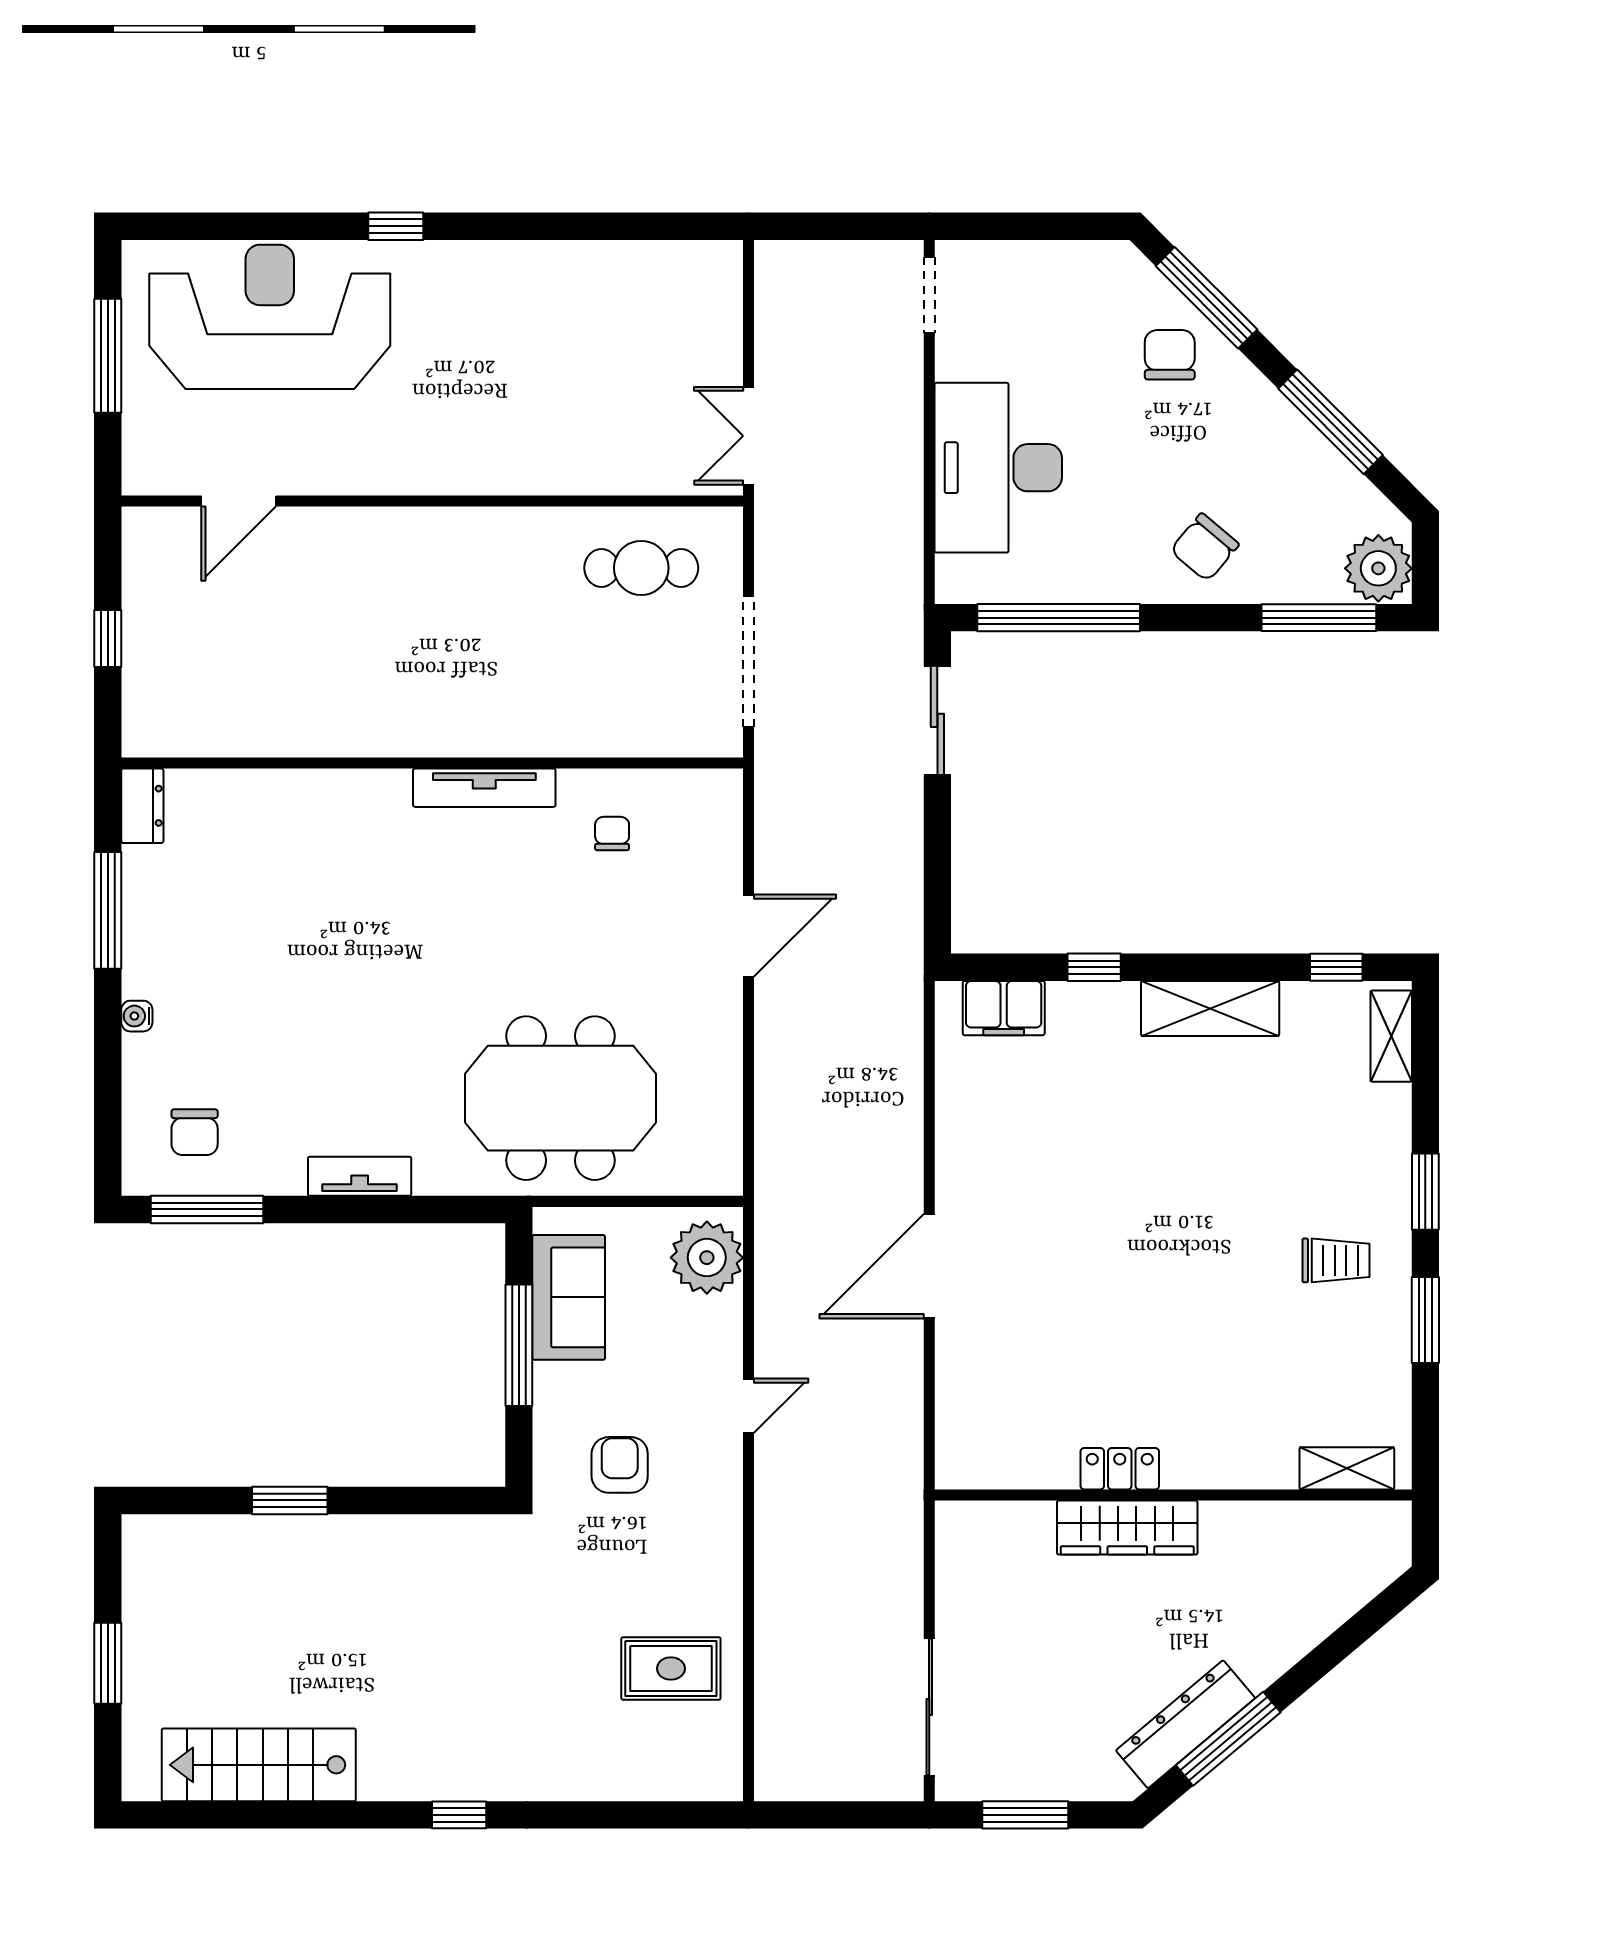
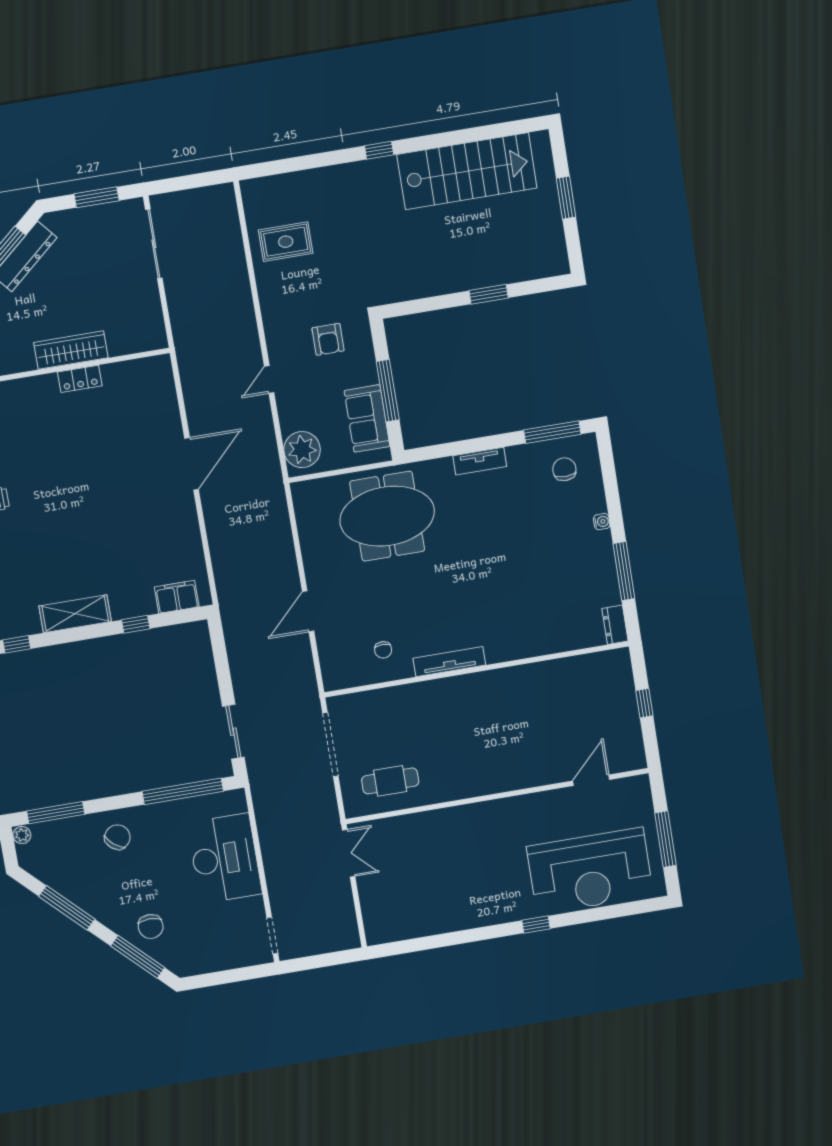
plant: (1378, 568) -> (22, 835), width x0.53, depth x0.53
stairs: (259, 1765) -> (467, 171), width x1.36, depth x1.51

